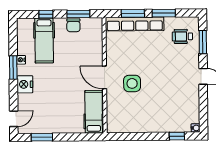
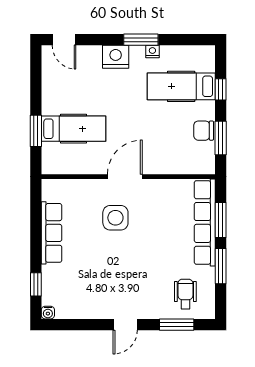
hospital bed: (94, 112) -> (74, 129), moved
row of seats: (143, 126) -> (52, 233), added
window: (42, 137) -> (36, 131), moved

